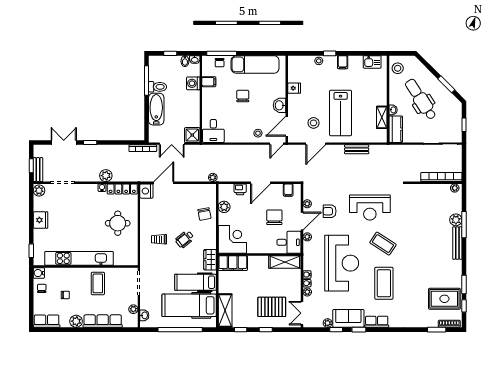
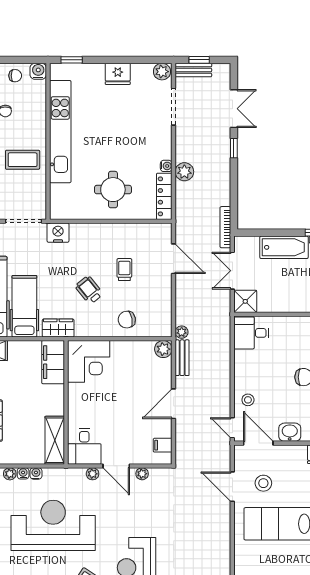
bench: (357, 149) -> (182, 358), moved
door: (261, 183) -> (174, 404), hinge flipped
printer: (240, 189) -> (164, 373), removed
nightstand: (146, 191) -> (58, 233), moved
plant: (224, 207) -> (163, 349), moved
armchair: (330, 211) -> (131, 507), removed
chair: (274, 217) -> (122, 424), removed
trolley: (159, 239) -> (124, 269), moved
reception desk: (342, 263) -> (53, 525), turned 180

